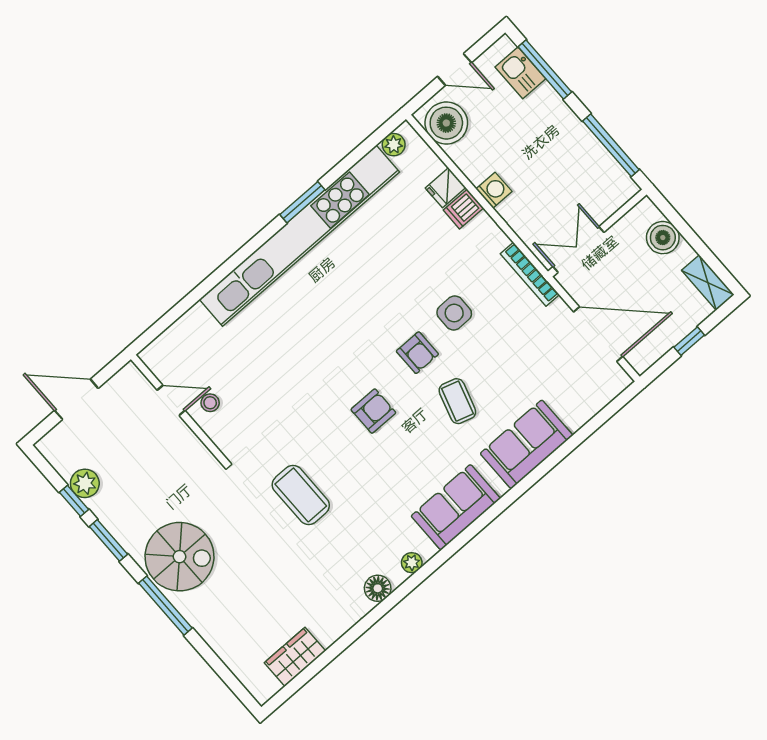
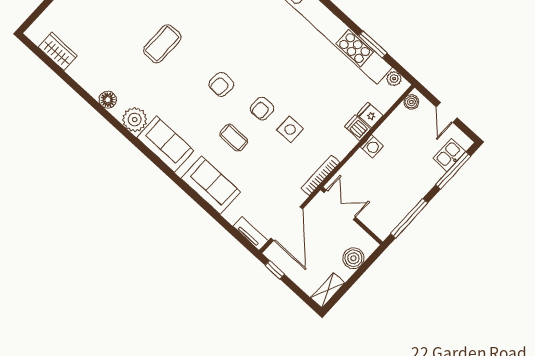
boiler: (446, 123) -> (411, 102), width x0.54, depth x0.54
window: (302, 202) -> (373, 44), moved
window: (689, 341) -> (275, 270), moved
tv unit: (607, 391) -> (251, 233), added
coffee table: (457, 401) -> (234, 138), turned 73
armchair: (373, 411) -> (221, 84), turned 94
plant: (412, 563) -> (135, 120), width x1.87, depth x1.87

